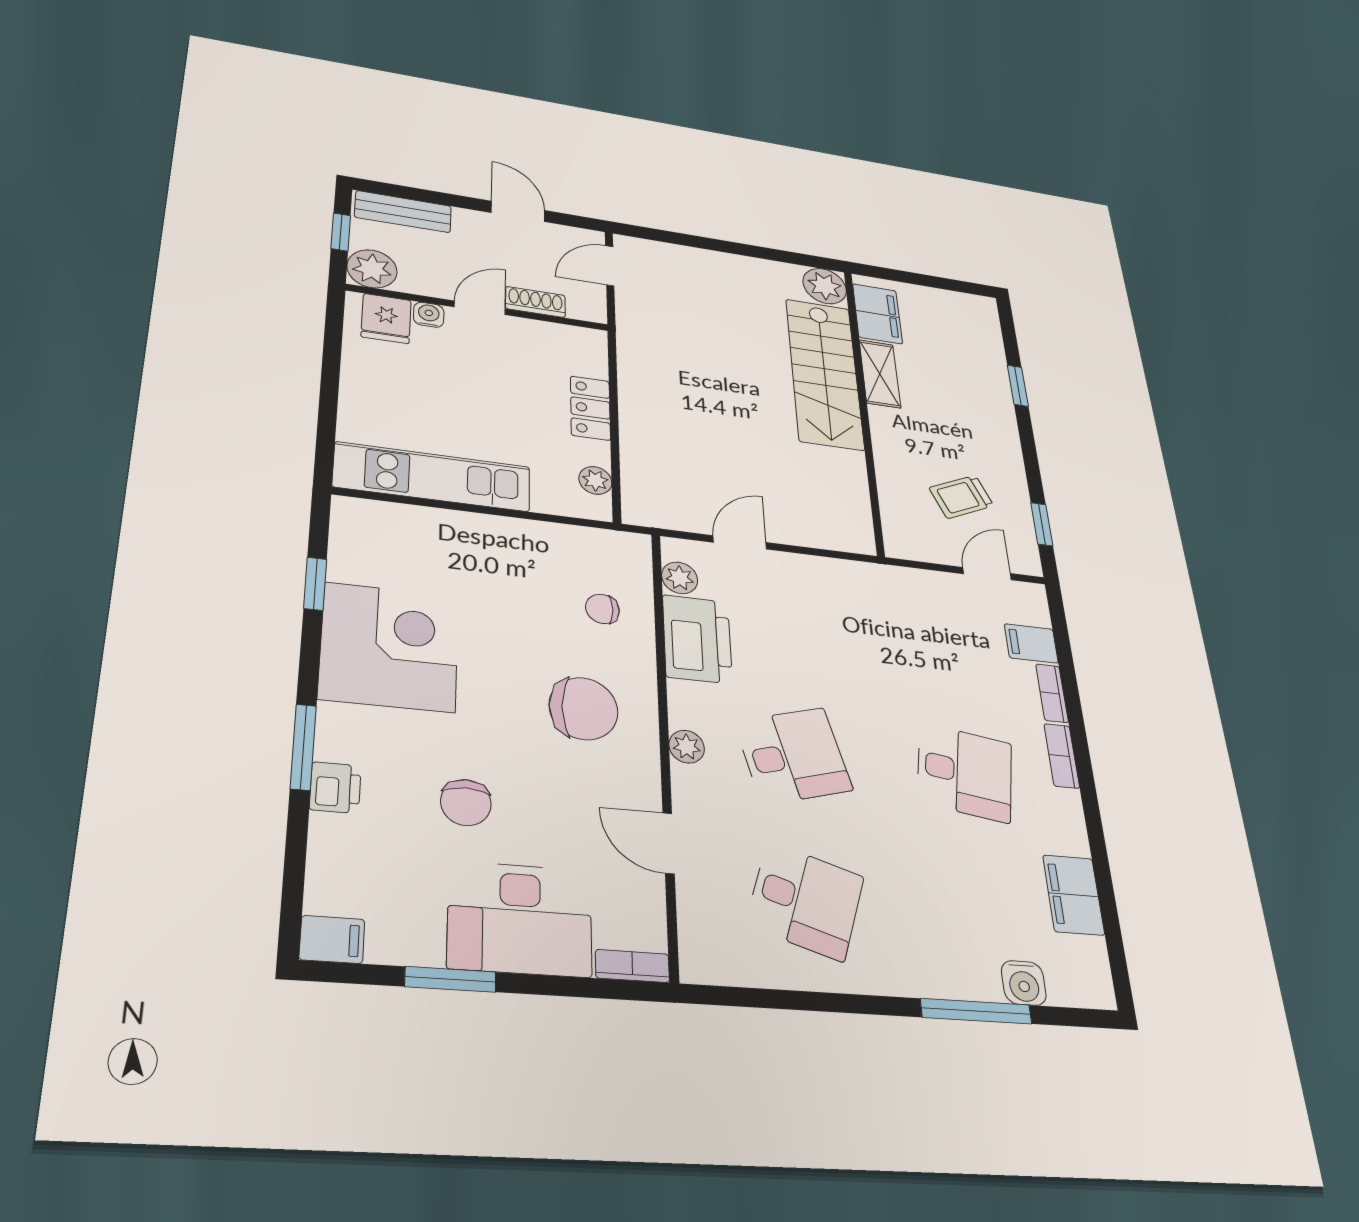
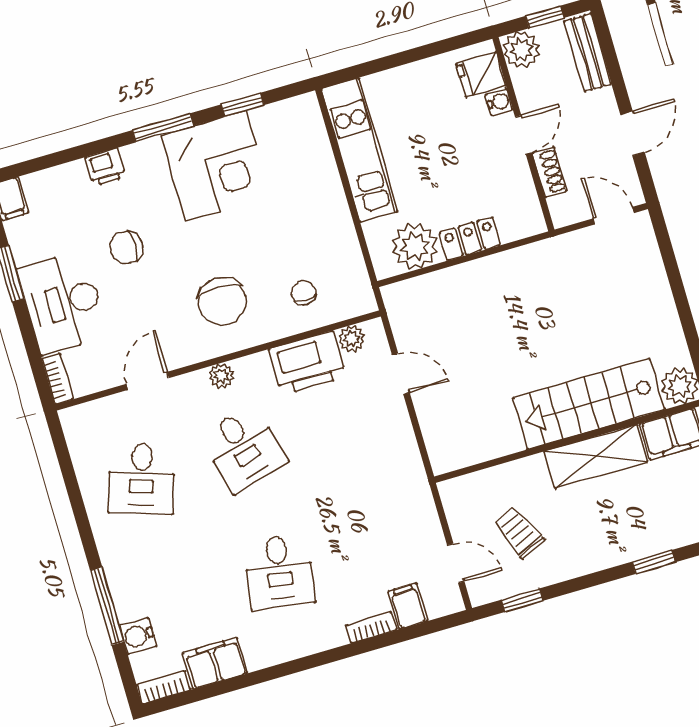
door: (480, 308) -> (524, 135), hinge flipped
shelving: (880, 374) -> (596, 456), width x1.50, depth x1.33
plant: (595, 480) -> (415, 246), width x1.87, depth x1.87
window: (303, 747) -> (163, 128), moved
bookcase: (1062, 756) -> (164, 687), moved

